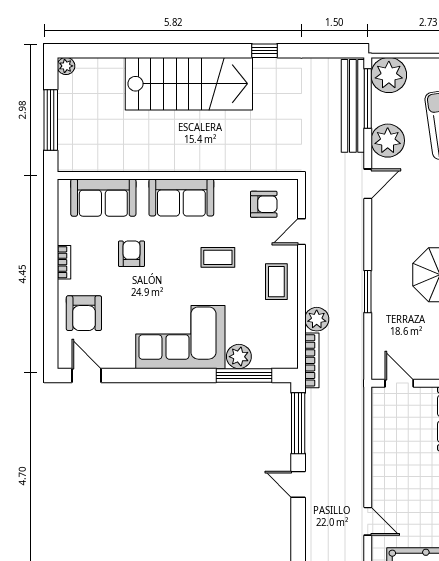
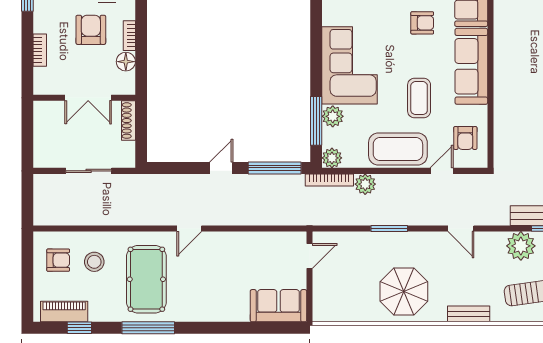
door: (368, 184) -> (461, 229), moved
sofa: (181, 197) -> (471, 66), width x1.36
door: (301, 232) -> (442, 171), hinge flipped
coffee table: (218, 257) -> (419, 98), width x1.36, depth x1.30
coffee table: (276, 282) -> (398, 149), width x1.86, depth x1.72
plant: (287, 357) -> (332, 158), added

